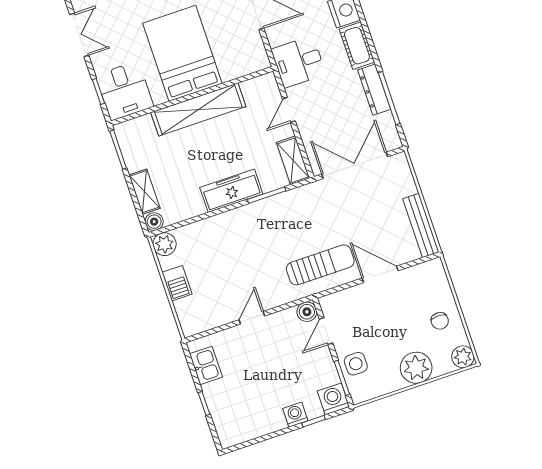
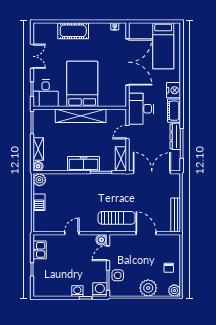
desk: (298, 62) -> (141, 109), width x1.37

